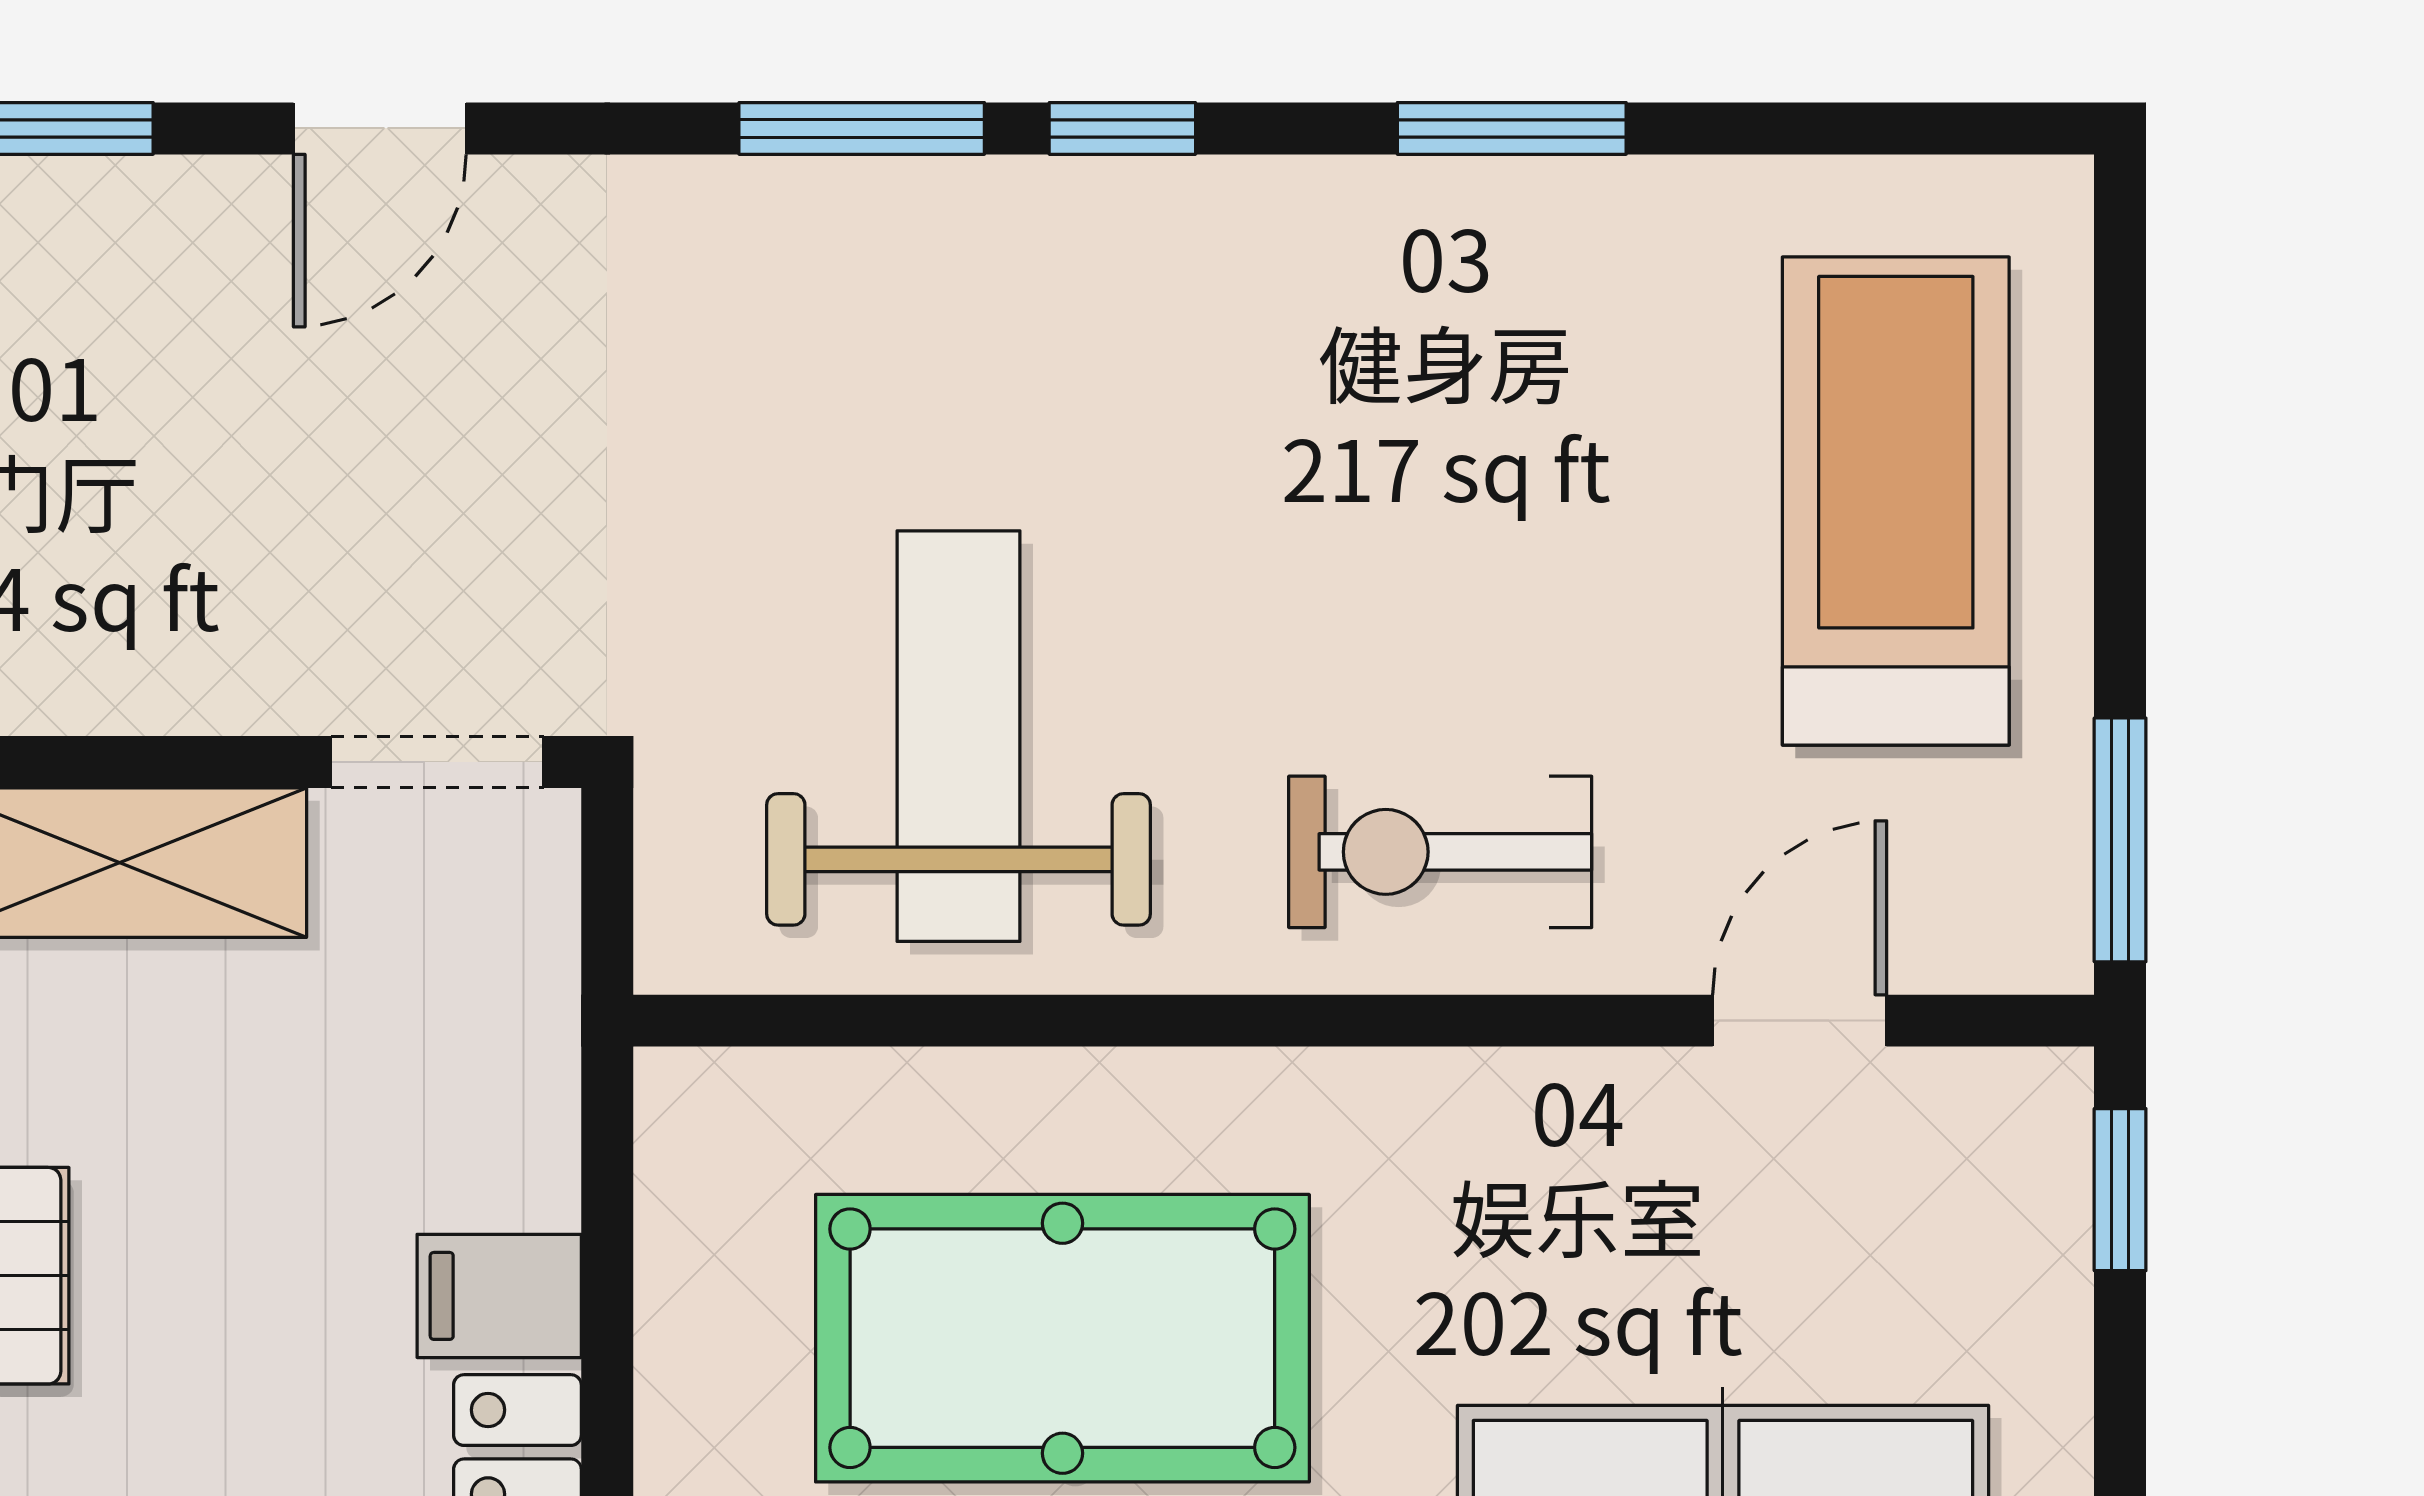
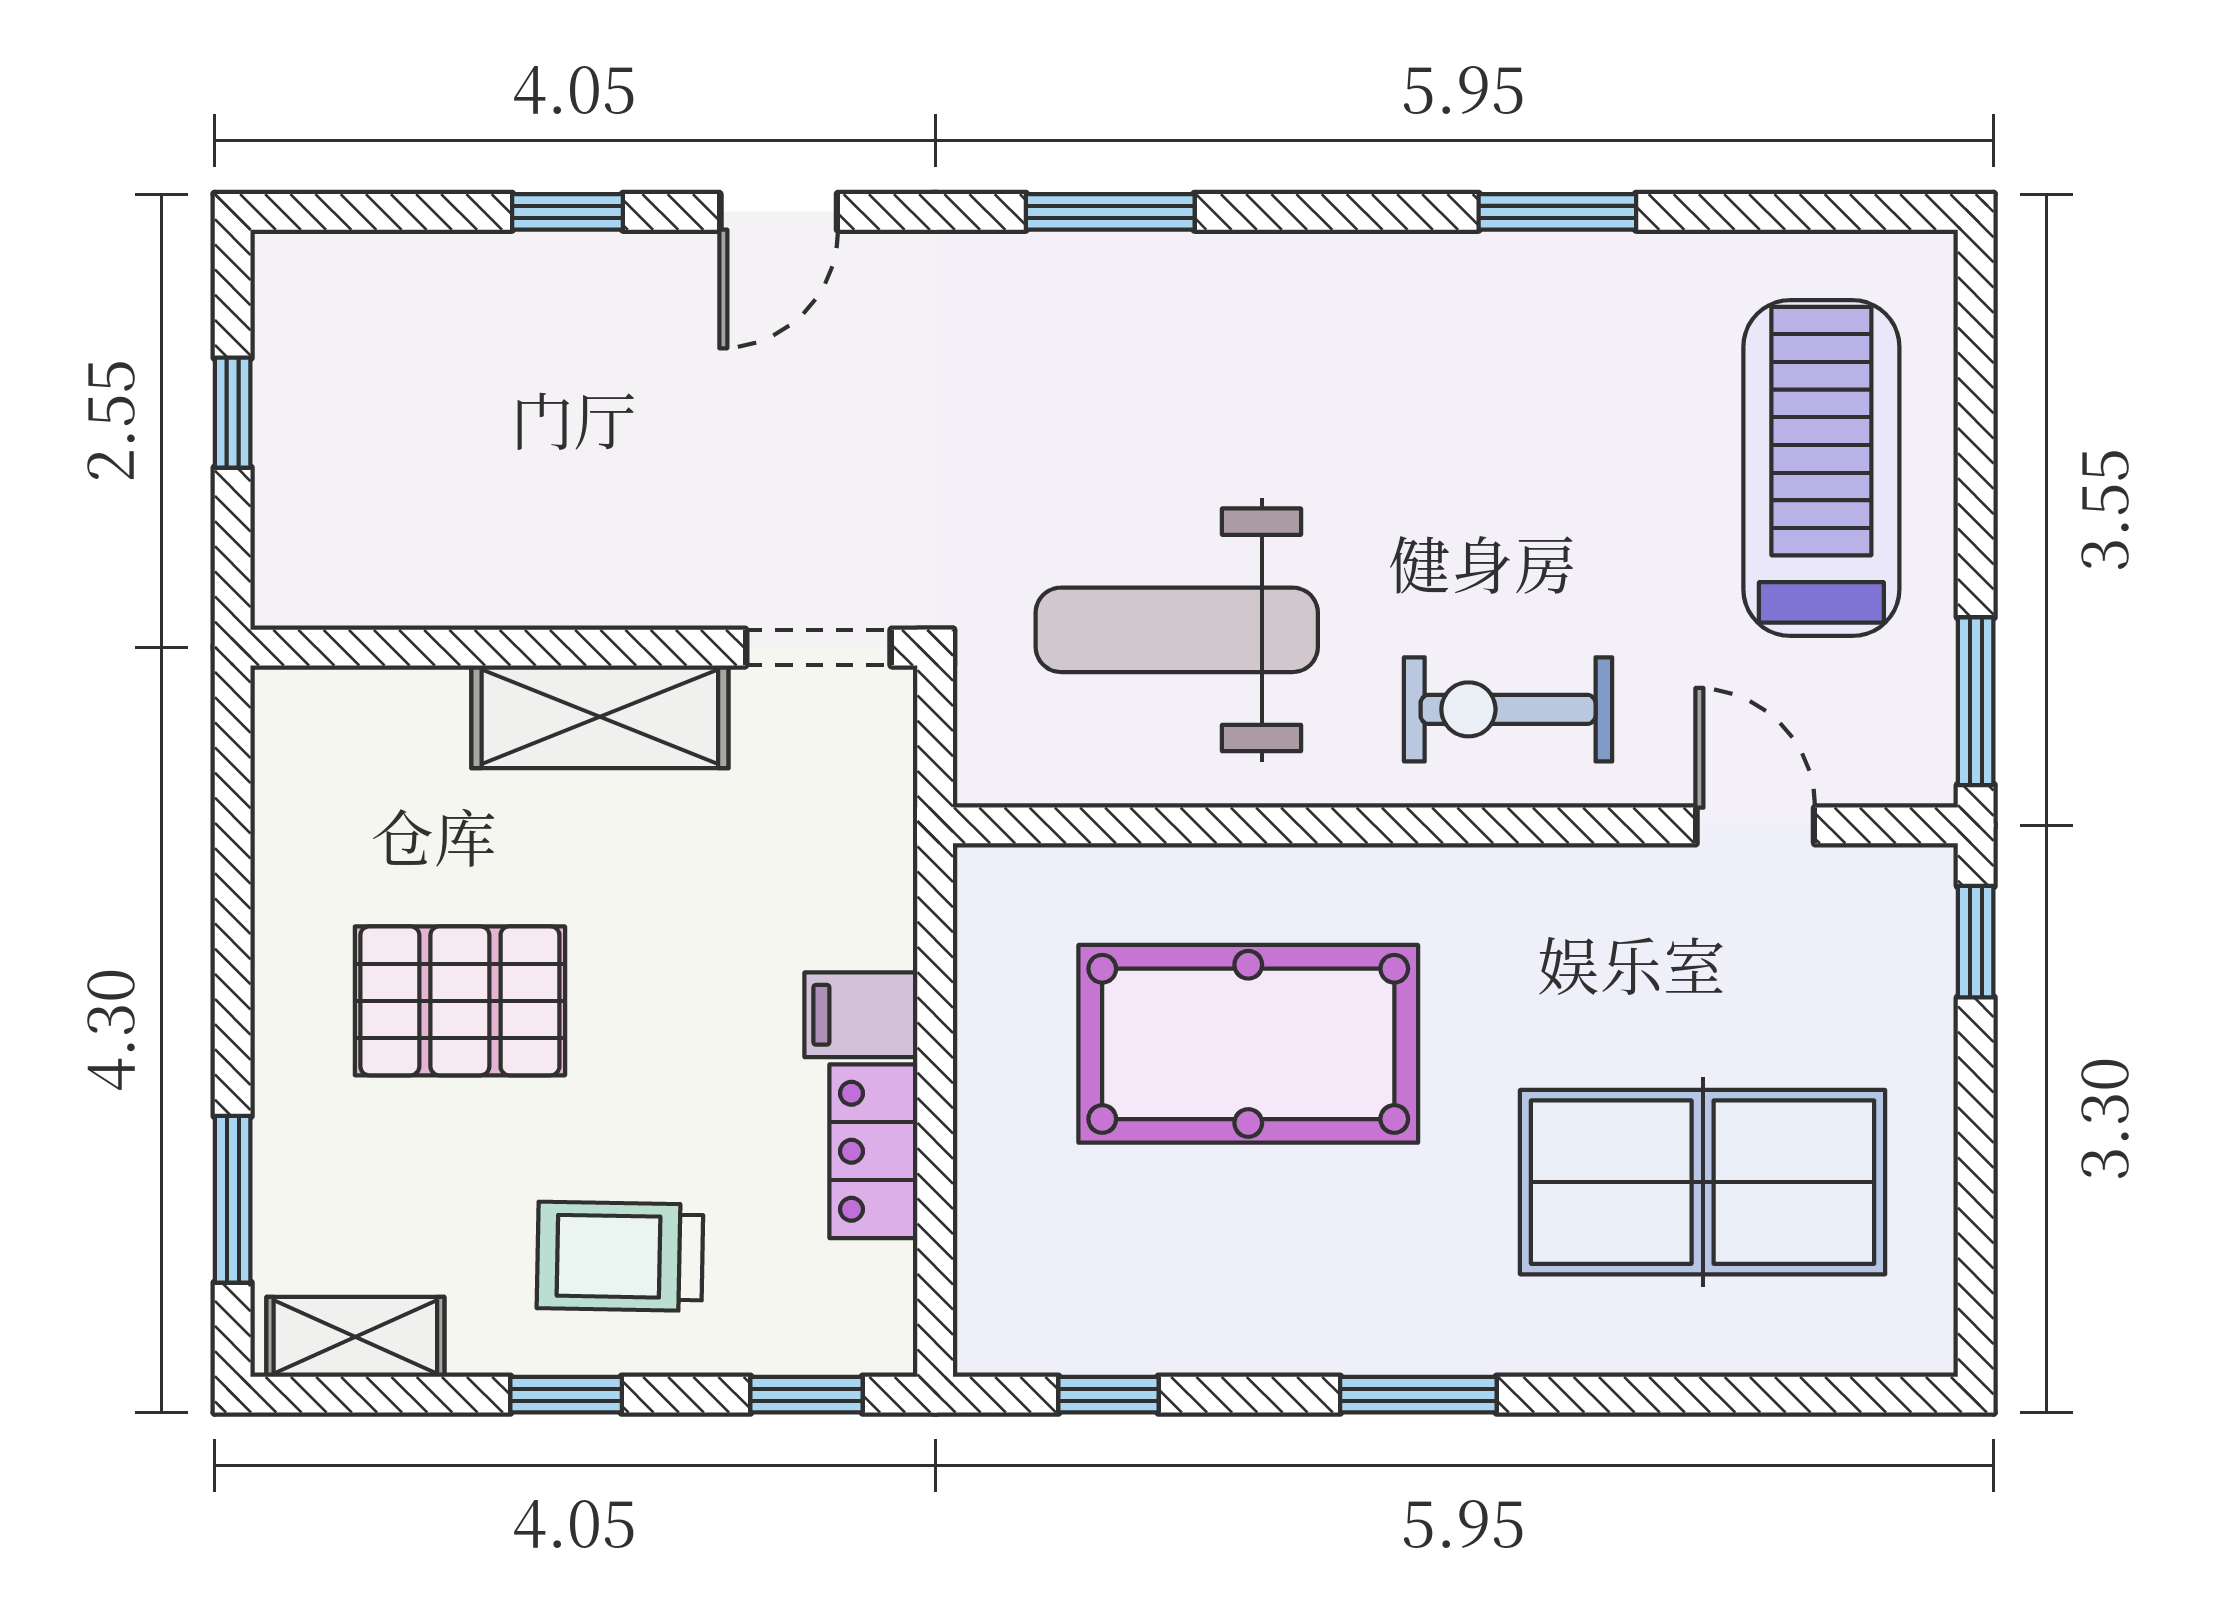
window: (1122, 128) -> (1289, 212), removed
weight bench: (958, 736) -> (1177, 630), turned -90
door: (1800, 1021) -> (1755, 825), hinge flipped

